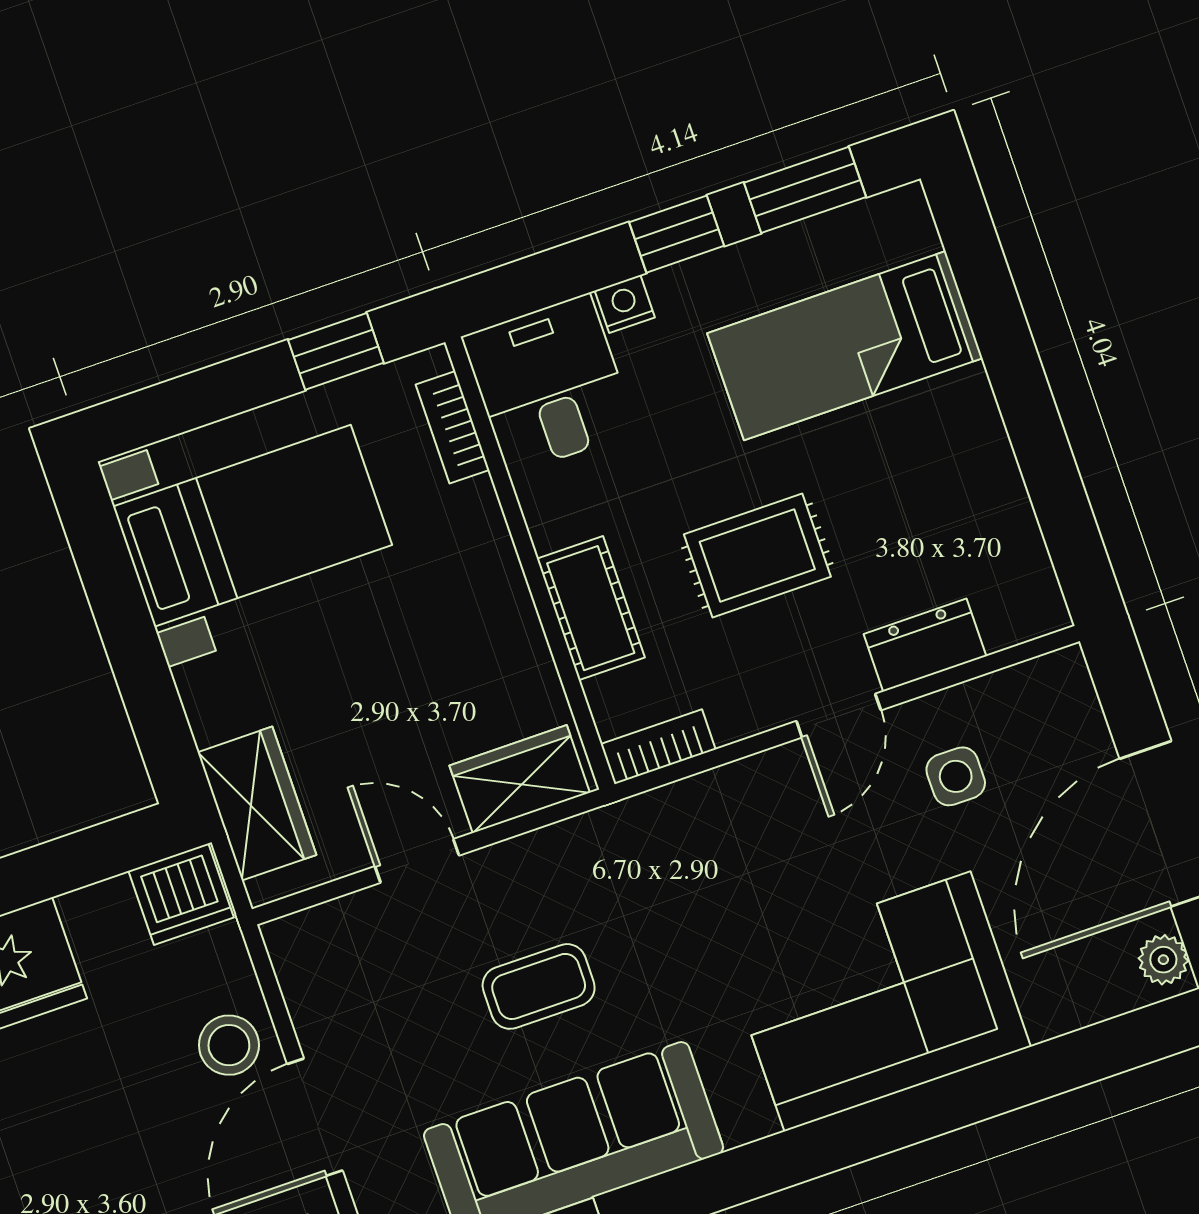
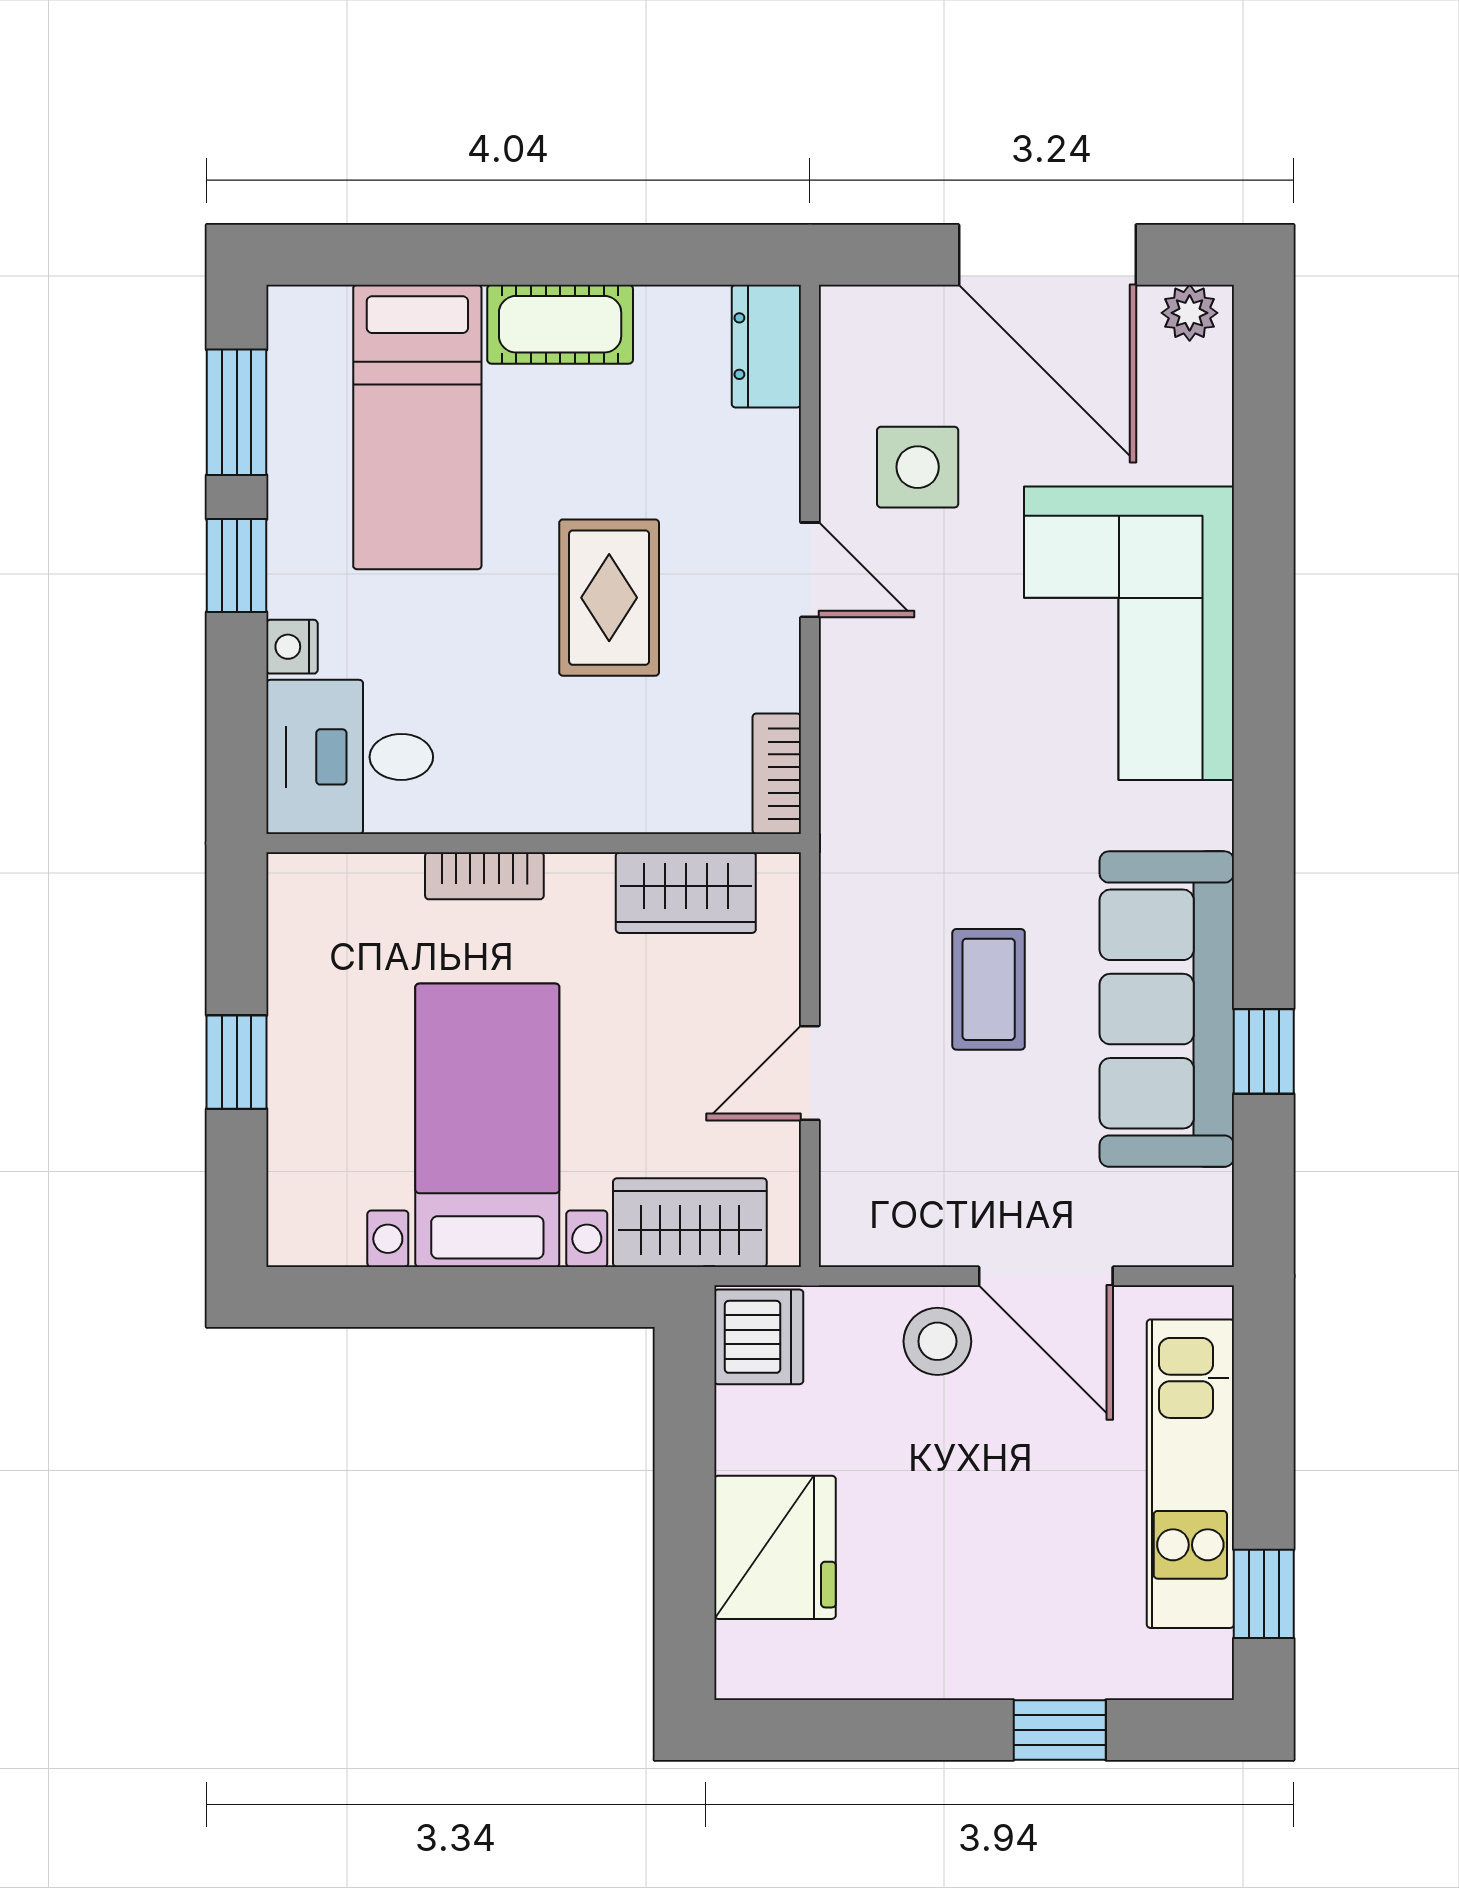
window: (336, 351) -> (237, 1062), moved
bookcase: (453, 427) -> (484, 876), moved
bed with nightstands: (253, 526) -> (487, 1125), moved
cot: (591, 608) -> (560, 324), moved
dresser: (925, 645) -> (766, 346), moved
side table: (956, 776) -> (918, 467), width x1.37, depth x1.37
wardrobe: (520, 779) -> (686, 893), moved, turned -90

